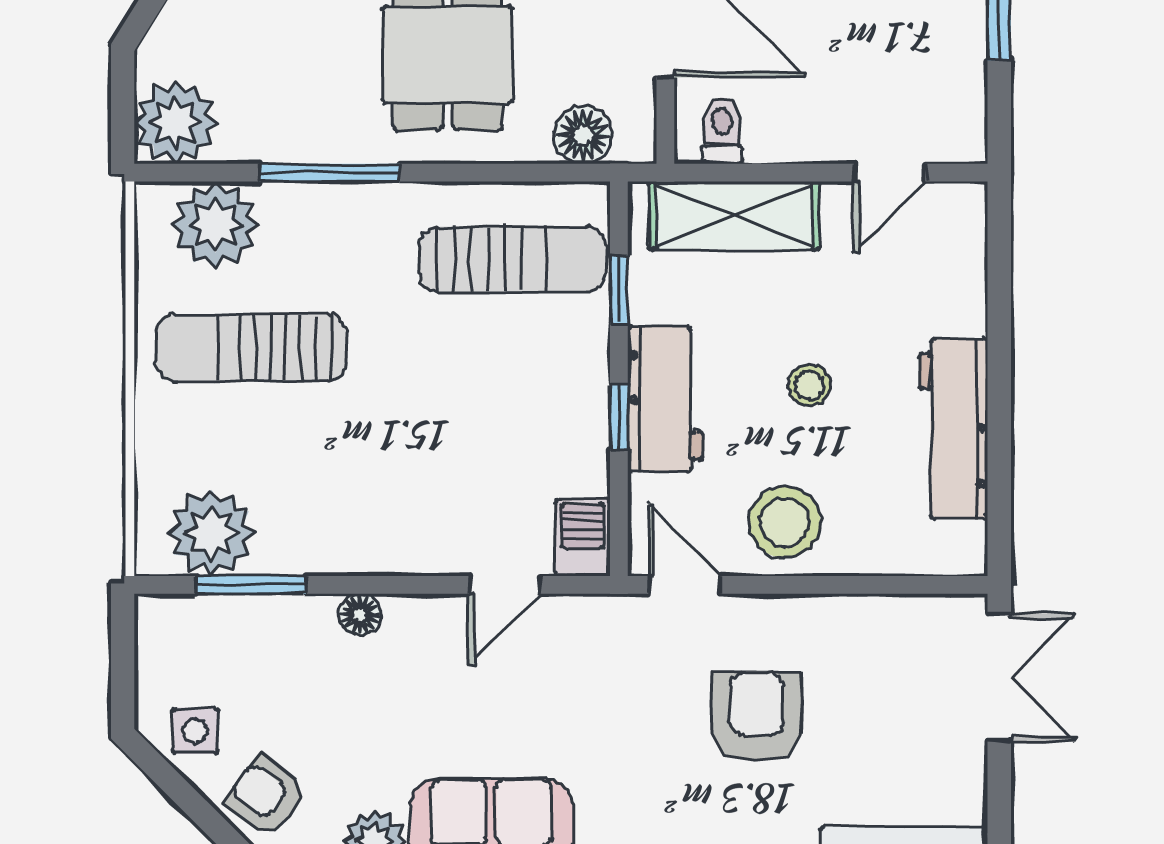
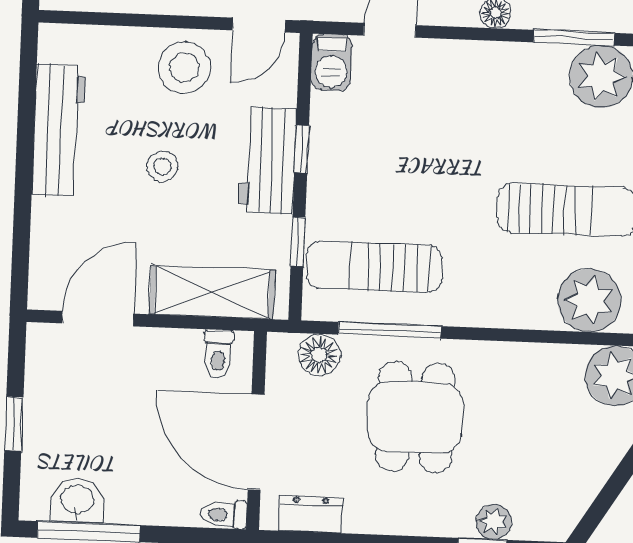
window: (330, 173) -> (390, 330), moved
door: (889, 173) -> (98, 319), width x1.37
door: (684, 585) -> (259, 25), hinge flipped

